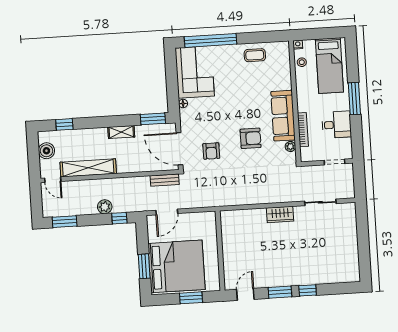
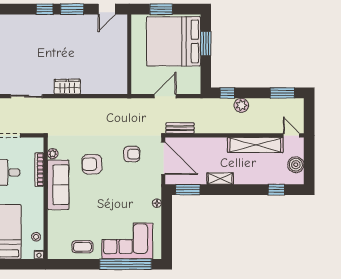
corner sofa: (195, 72) -> (127, 241), moved, turned 90
armchair: (211, 151) -> (132, 154), turned 90
door: (167, 212) -> (165, 96), moved

